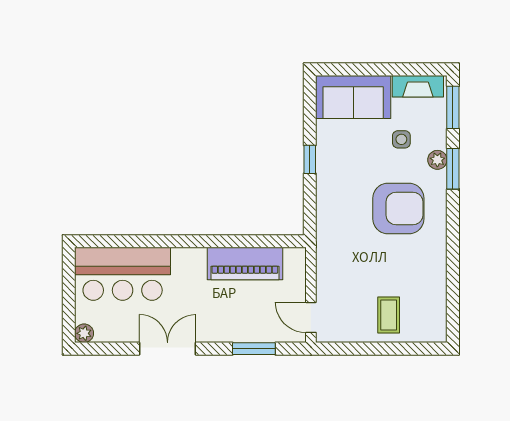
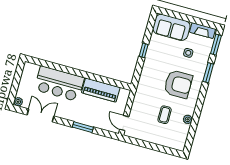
plant: (437, 160) -> (188, 119), moved
bar counter: (123, 274) -> (59, 84), moved
coffee table: (389, 315) -> (165, 115), moved
double door: (168, 349) -> (40, 115), moved
window: (254, 349) -> (83, 127), moved

